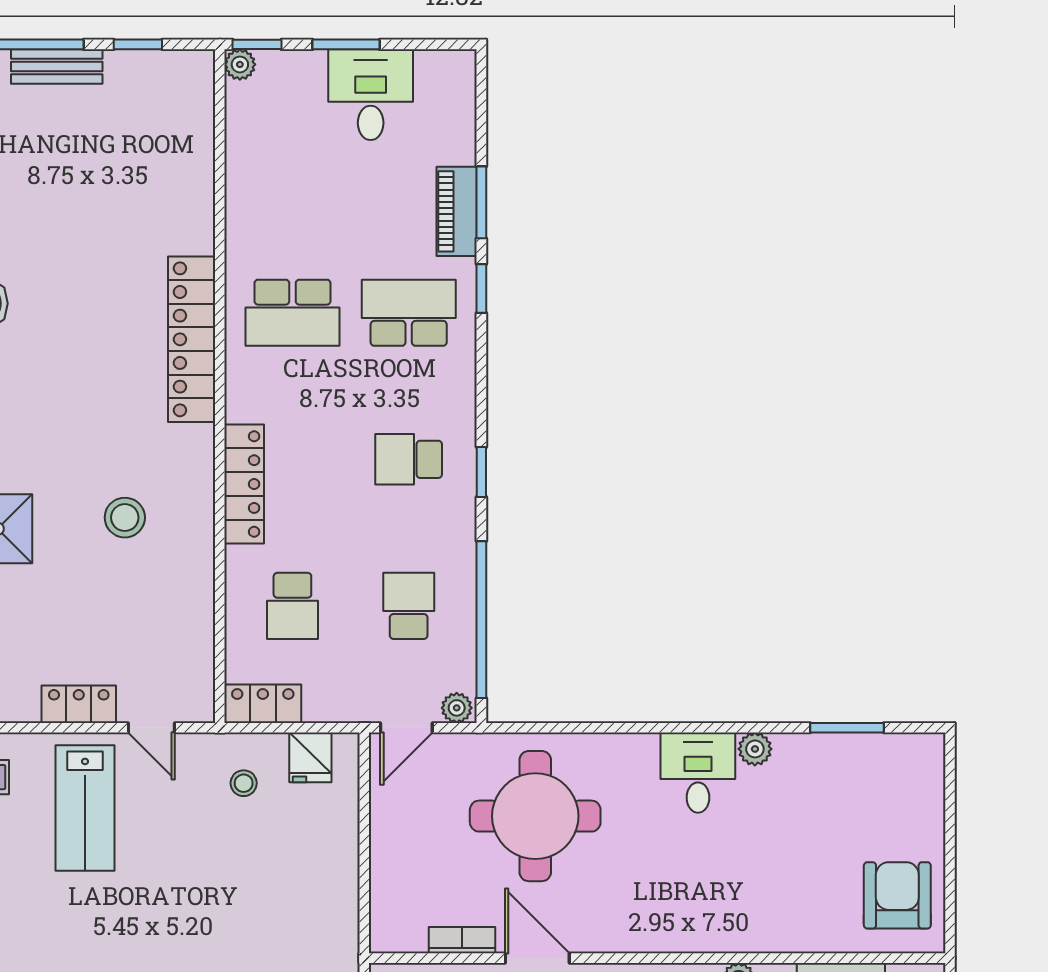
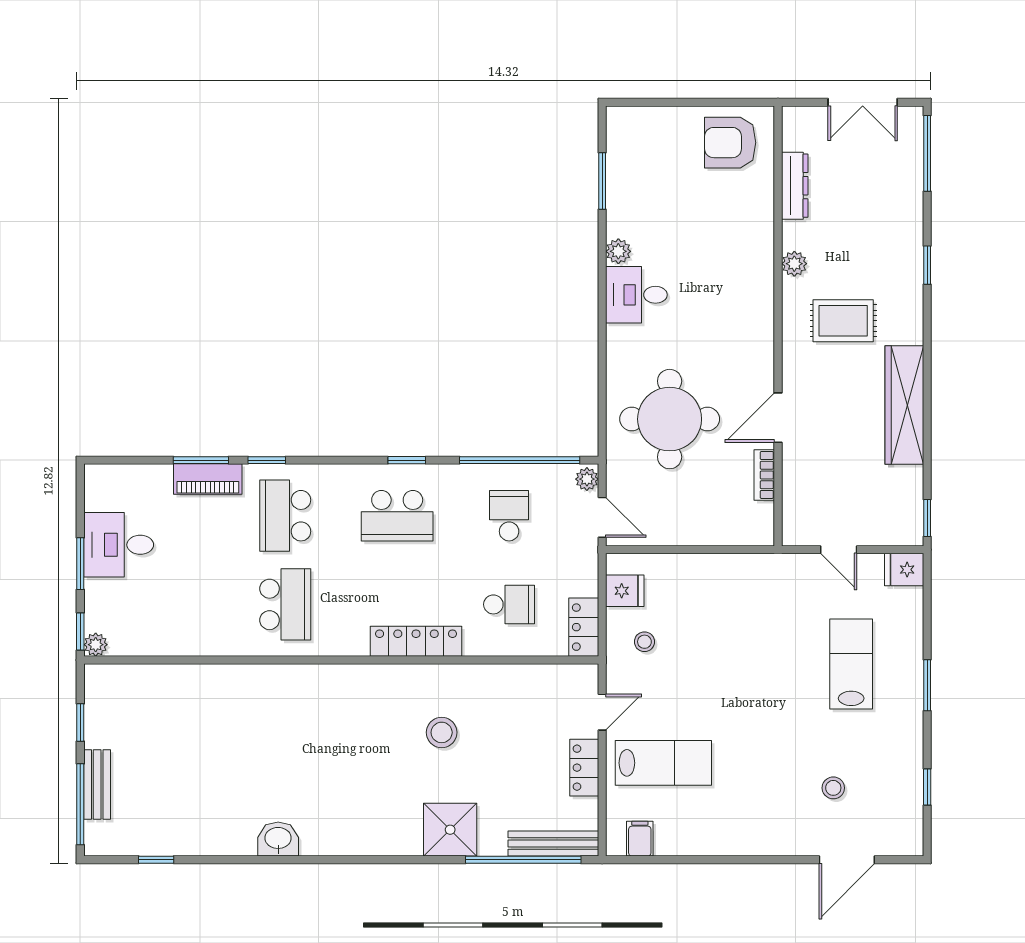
locker: (192, 339) -> (305, 681), removed
school desk: (409, 459) -> (397, 516), width x1.85
school desk: (409, 606) -> (509, 516), turned 90

